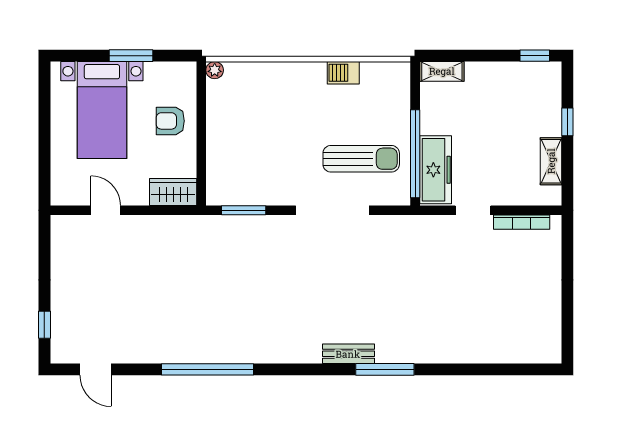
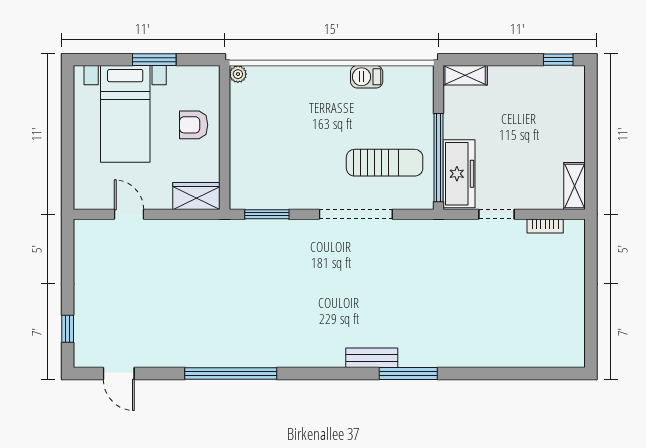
window: (567, 122) -> (591, 126), removed
shelving: (551, 161) -> (574, 186), moved
bookcase: (522, 222) -> (545, 226), width x0.64

